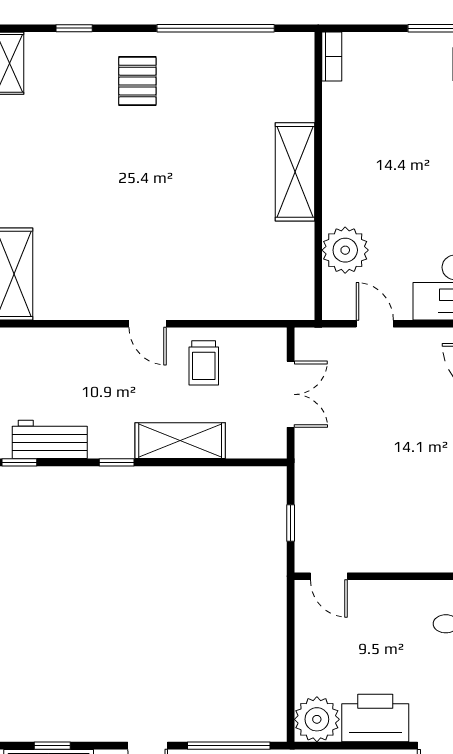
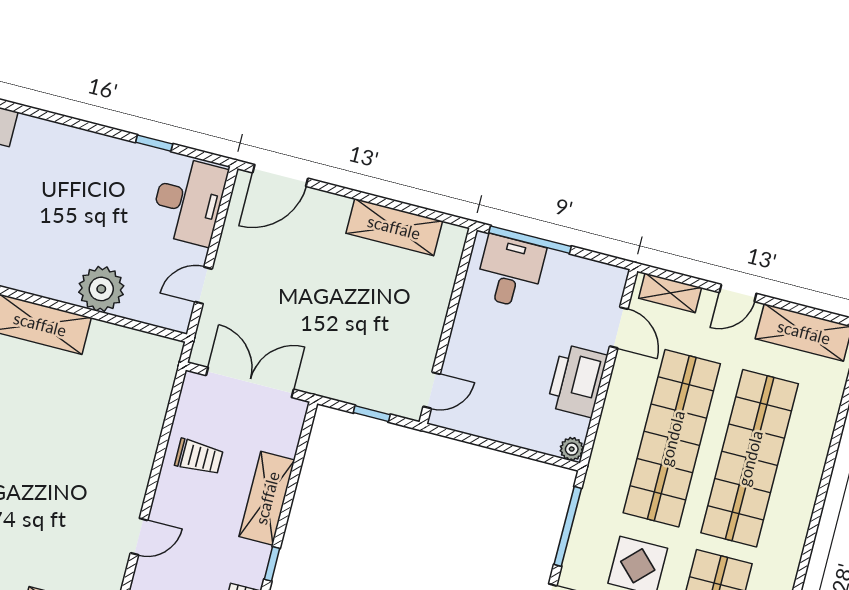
plant: (345, 250) -> (101, 289), moved
door: (148, 324) -> (139, 537), moved
double door: (291, 394) -> (250, 382), width x1.37
plant: (317, 719) -> (572, 449), width x0.53, depth x0.53

